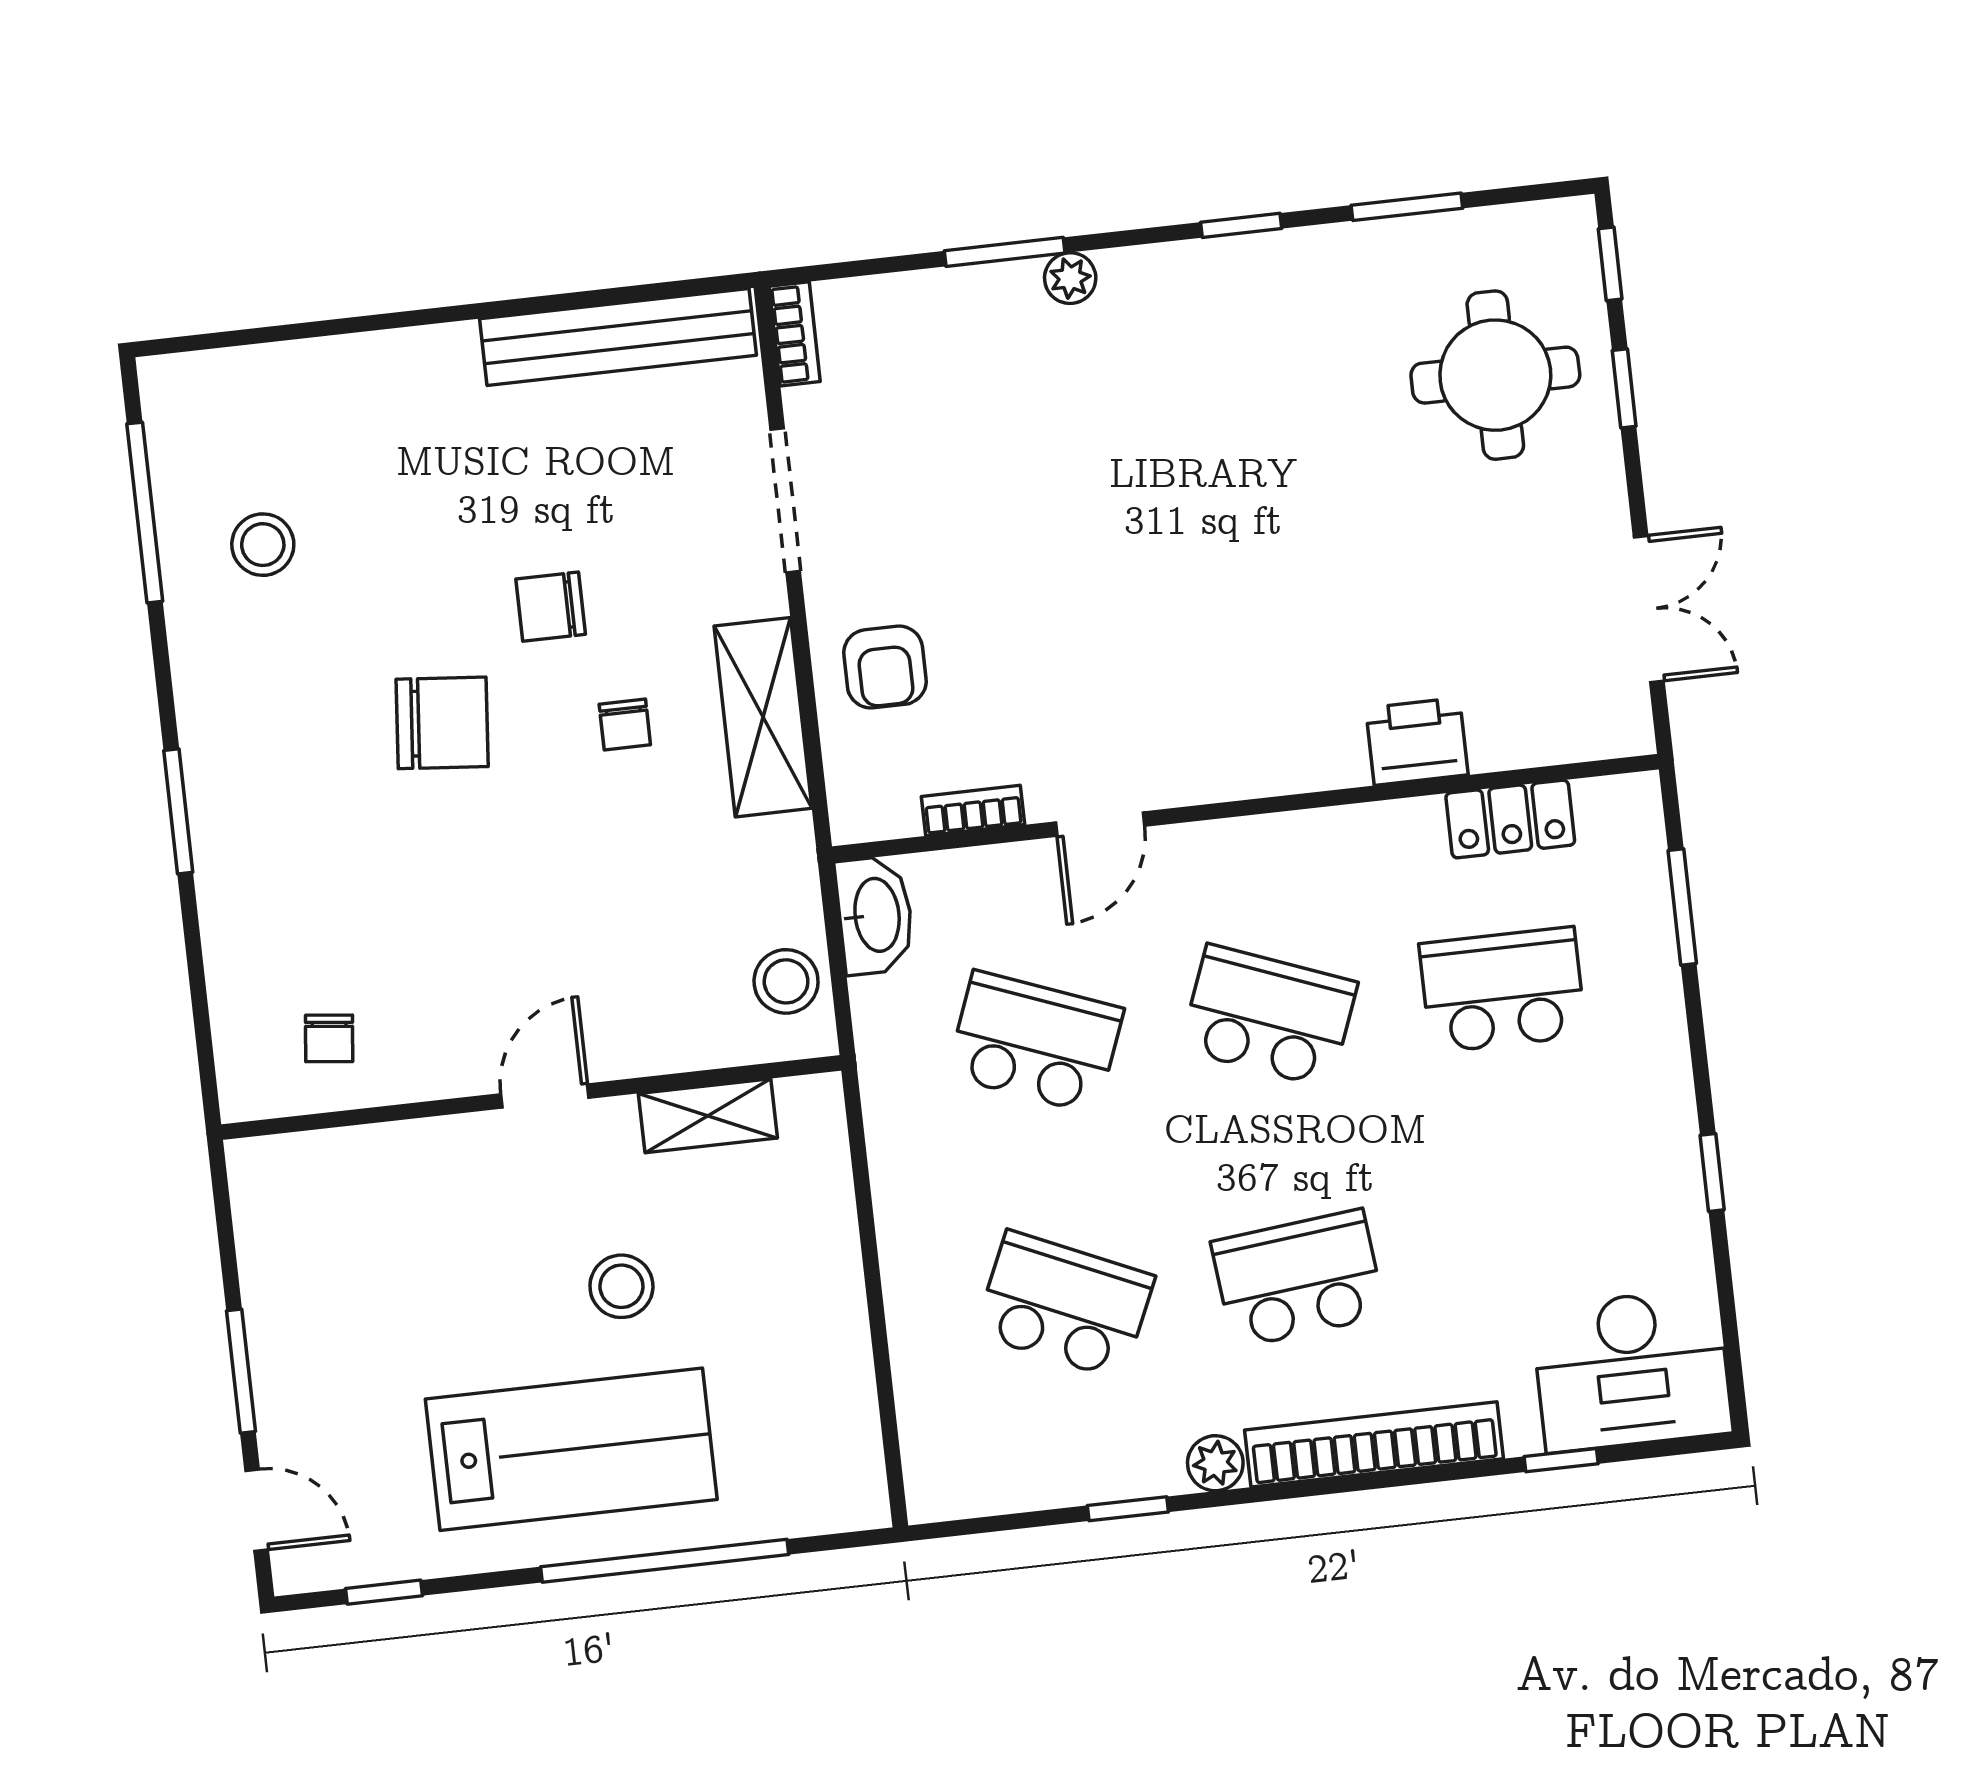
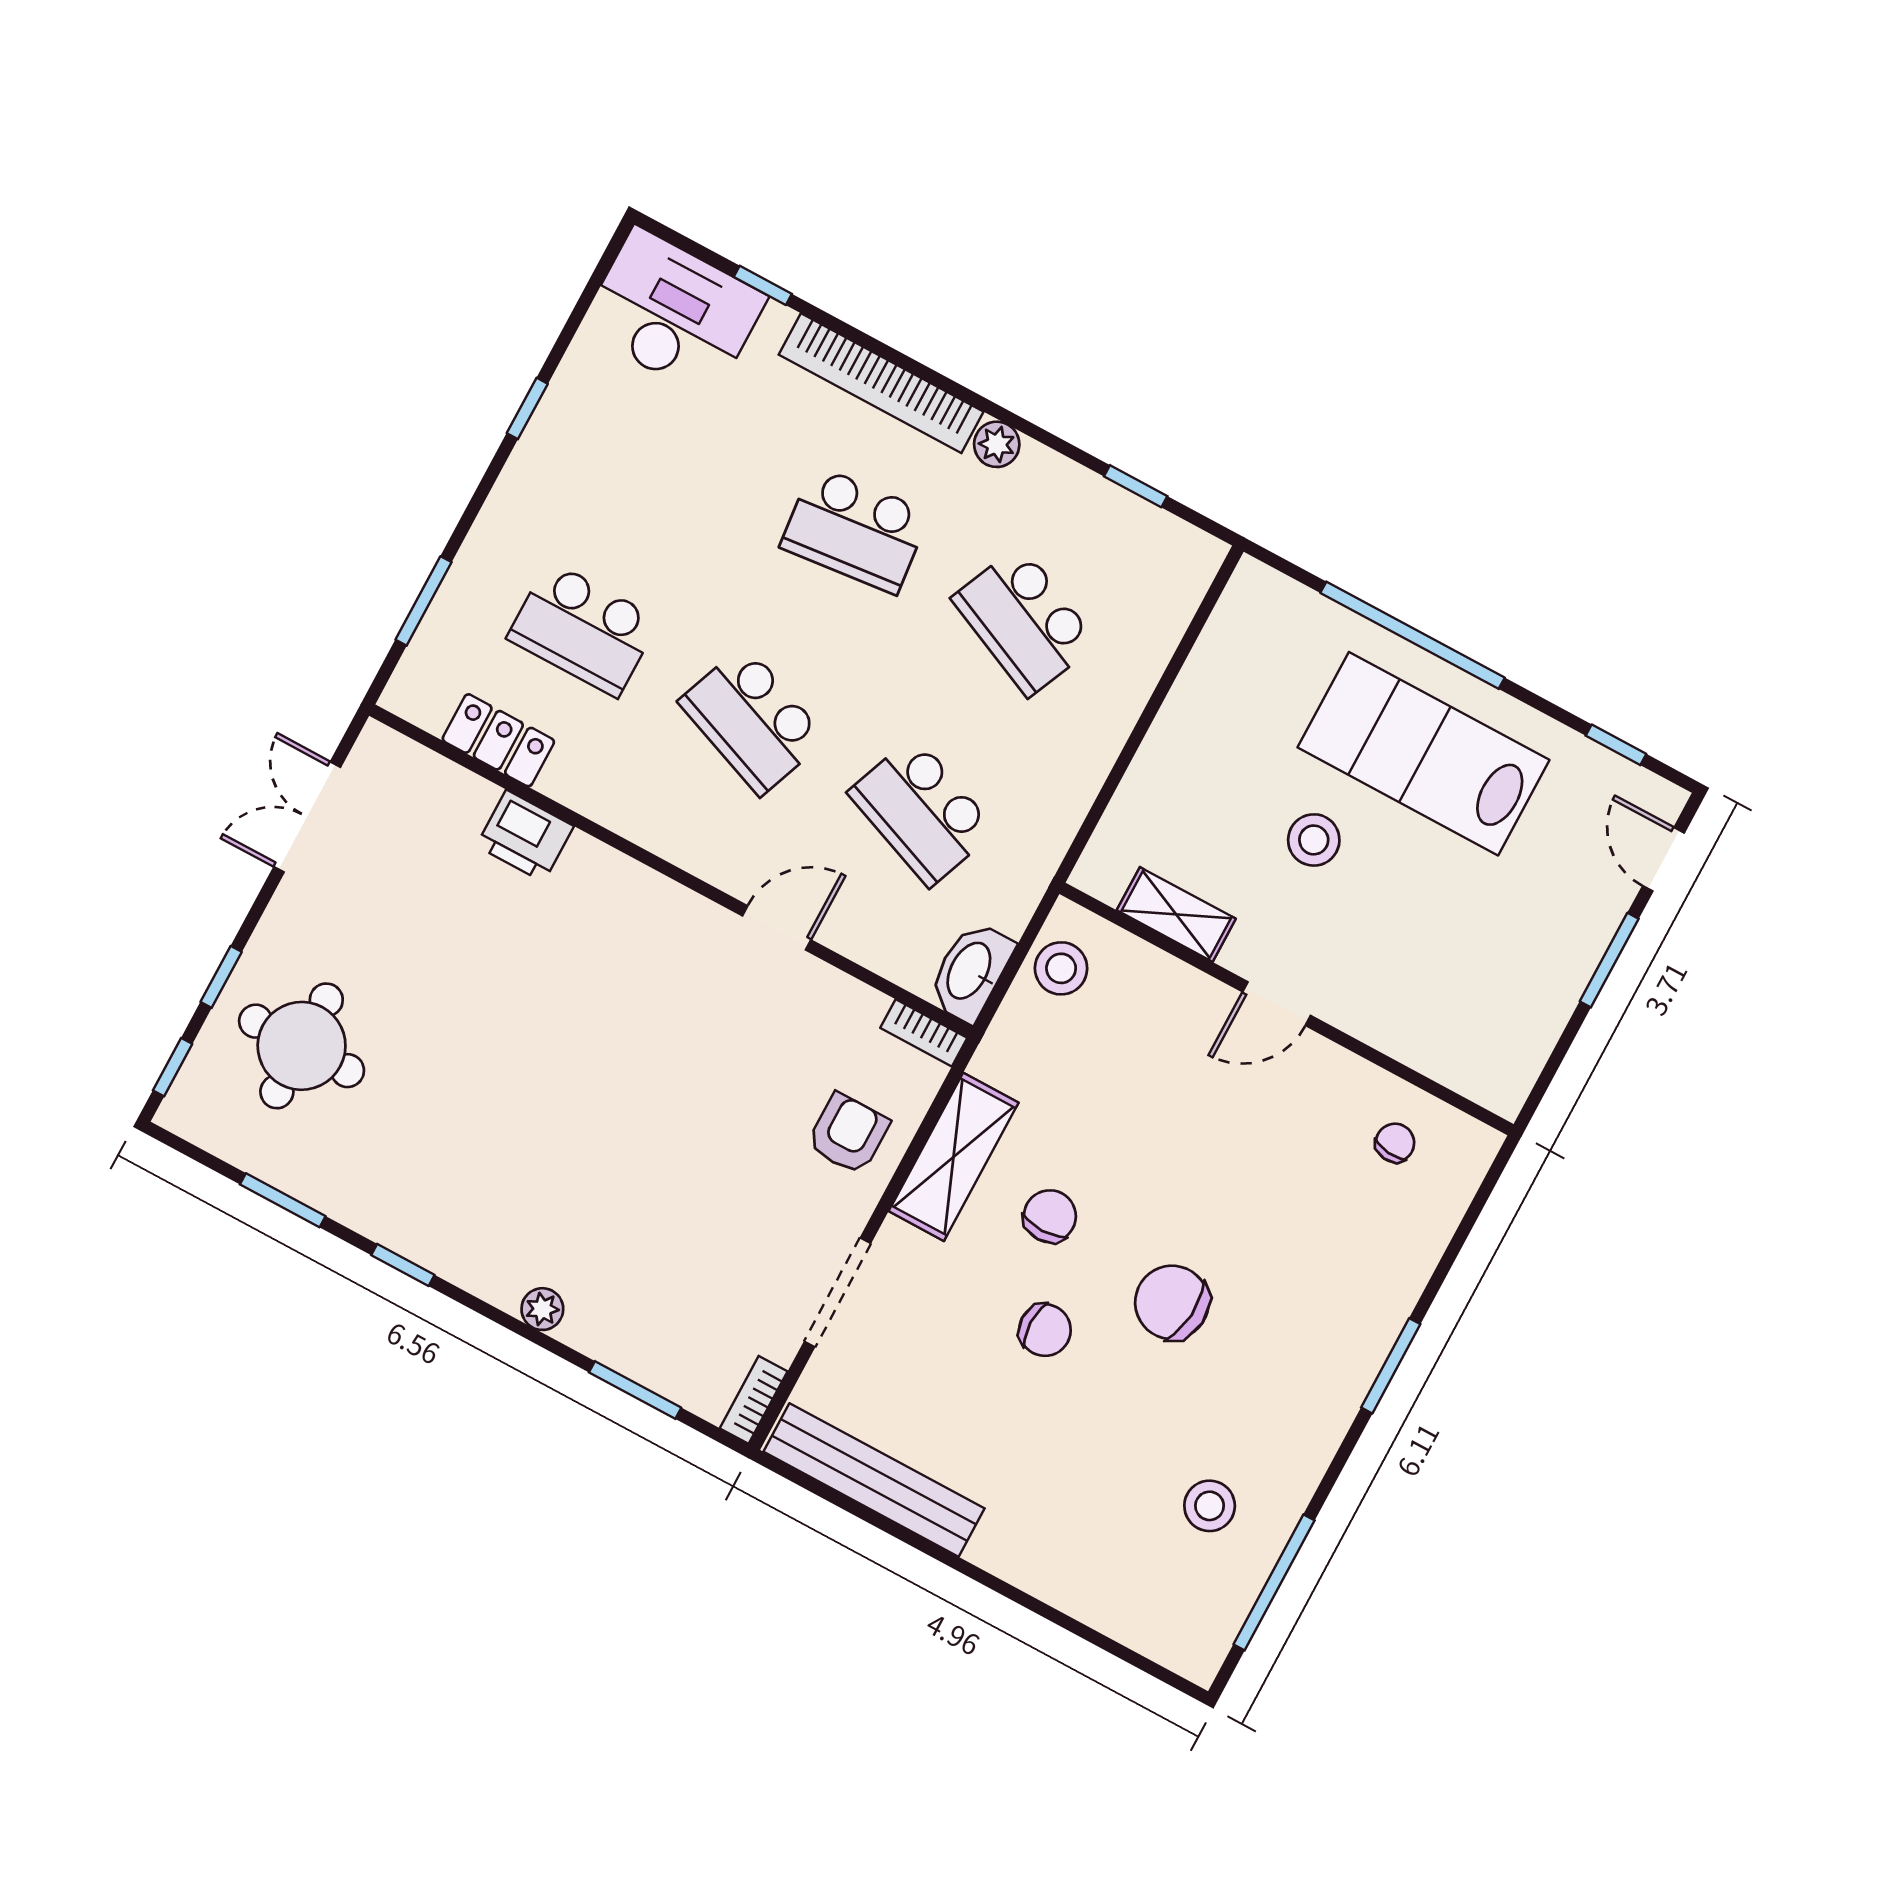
window: (1005, 252) -> (635, 1390), moved
chair: (625, 725) -> (1050, 1216), width x1.37, depth x1.37
bookcase: (973, 811) -> (924, 1033), moved
window: (1128, 1509) -> (1136, 486), moved

